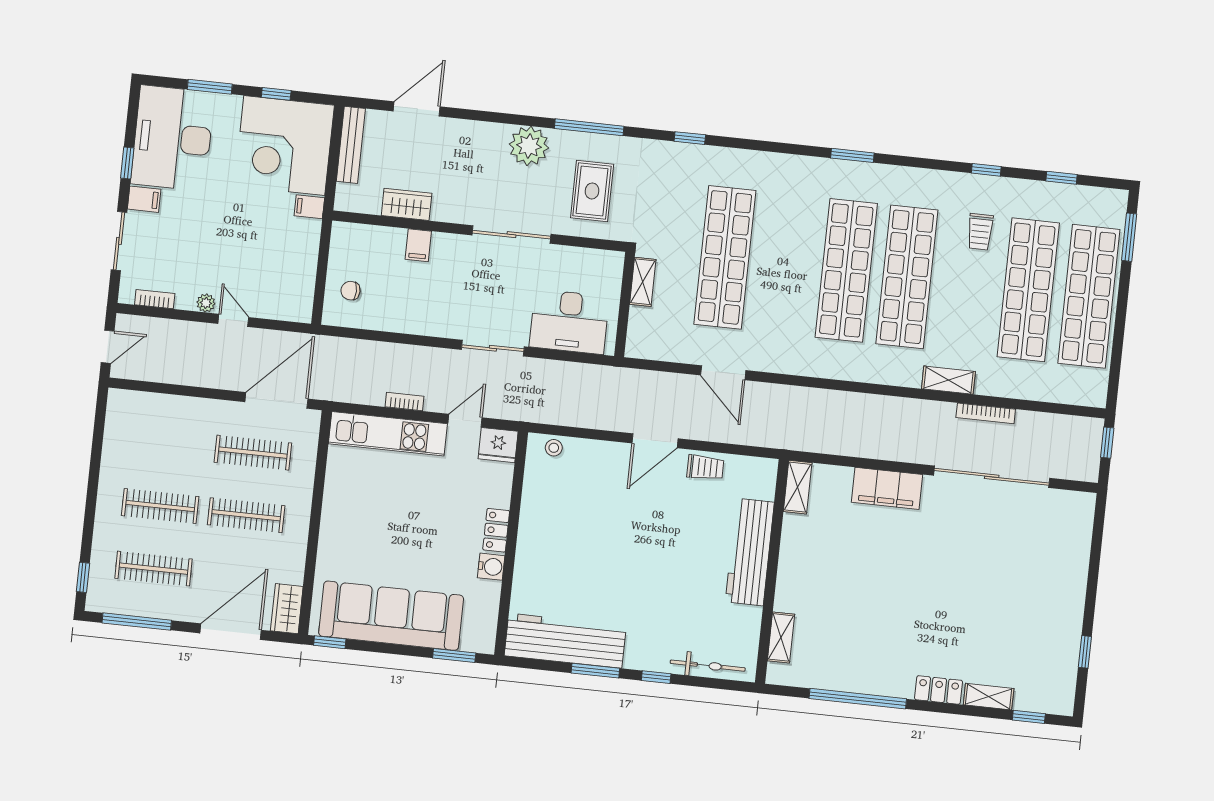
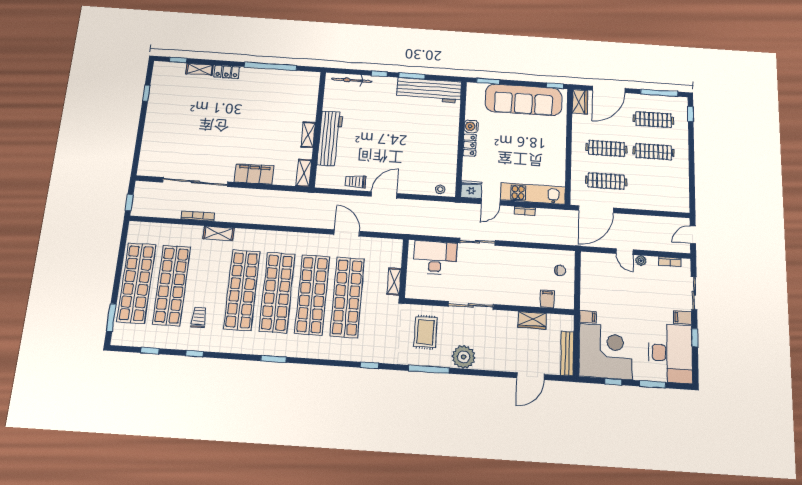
filing cabinet: (418, 245) -> (547, 299), moved
shop shelf: (786, 264) -> (312, 295), added
shelving: (781, 637) -> (308, 135), moved

